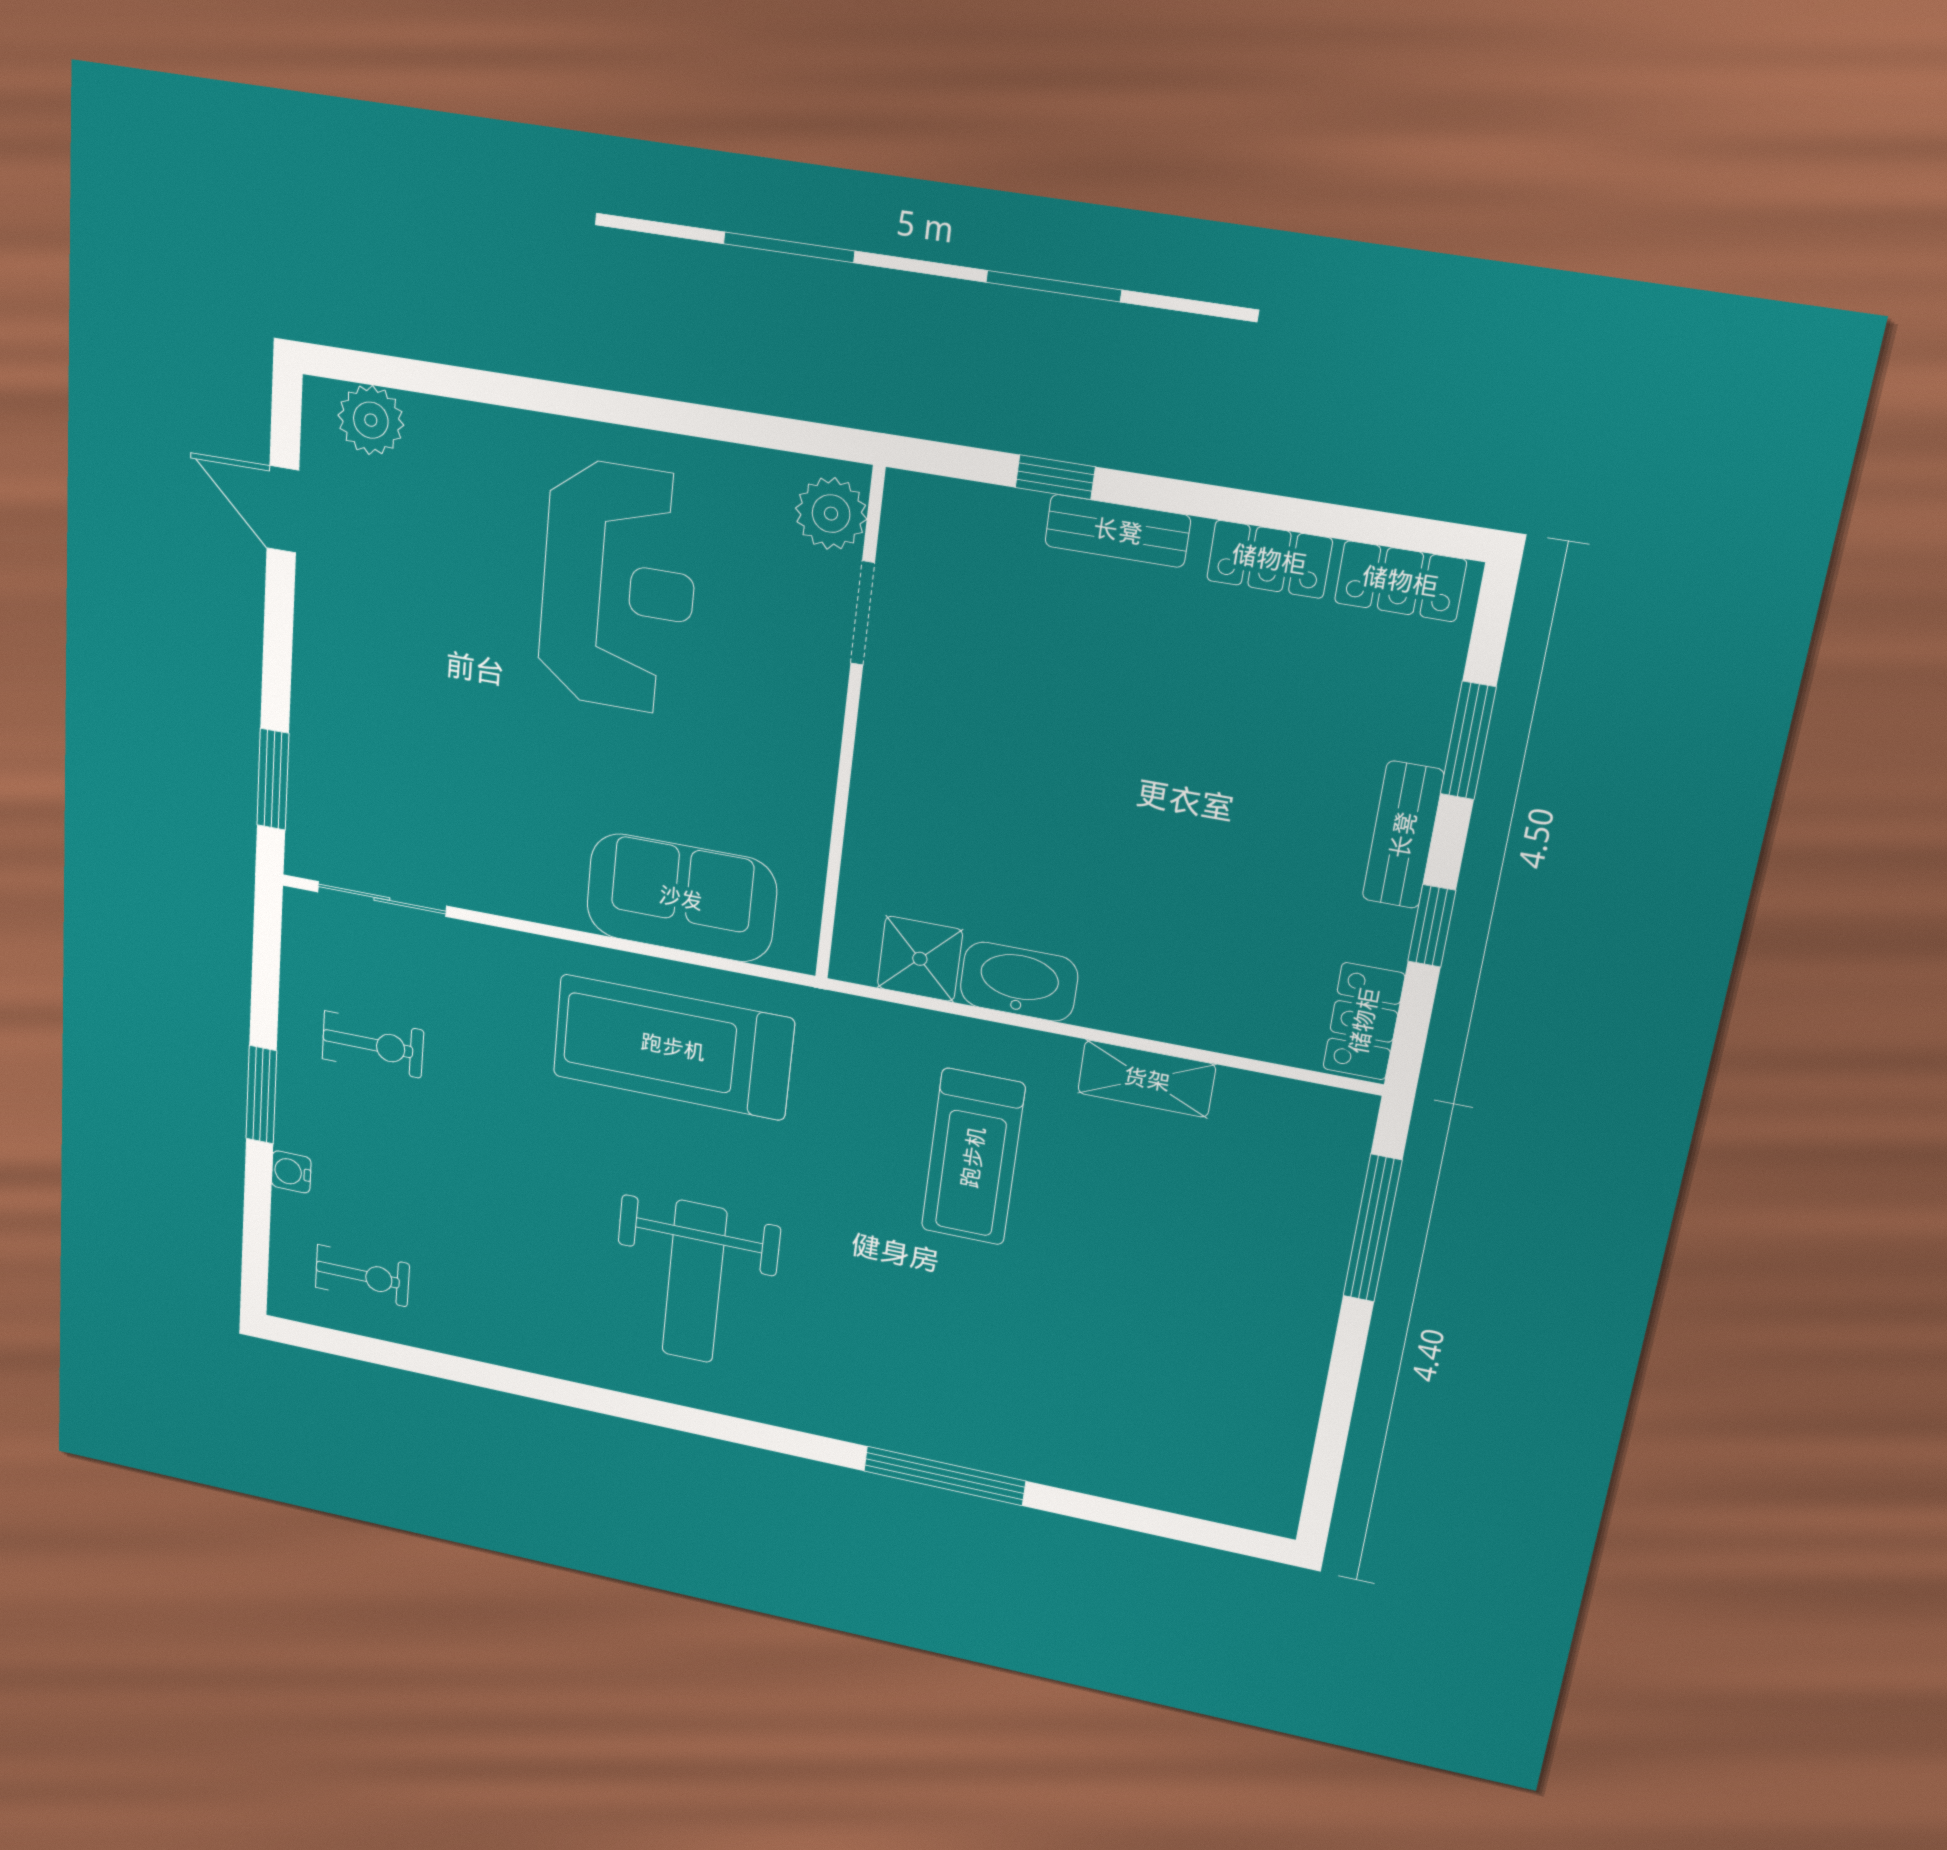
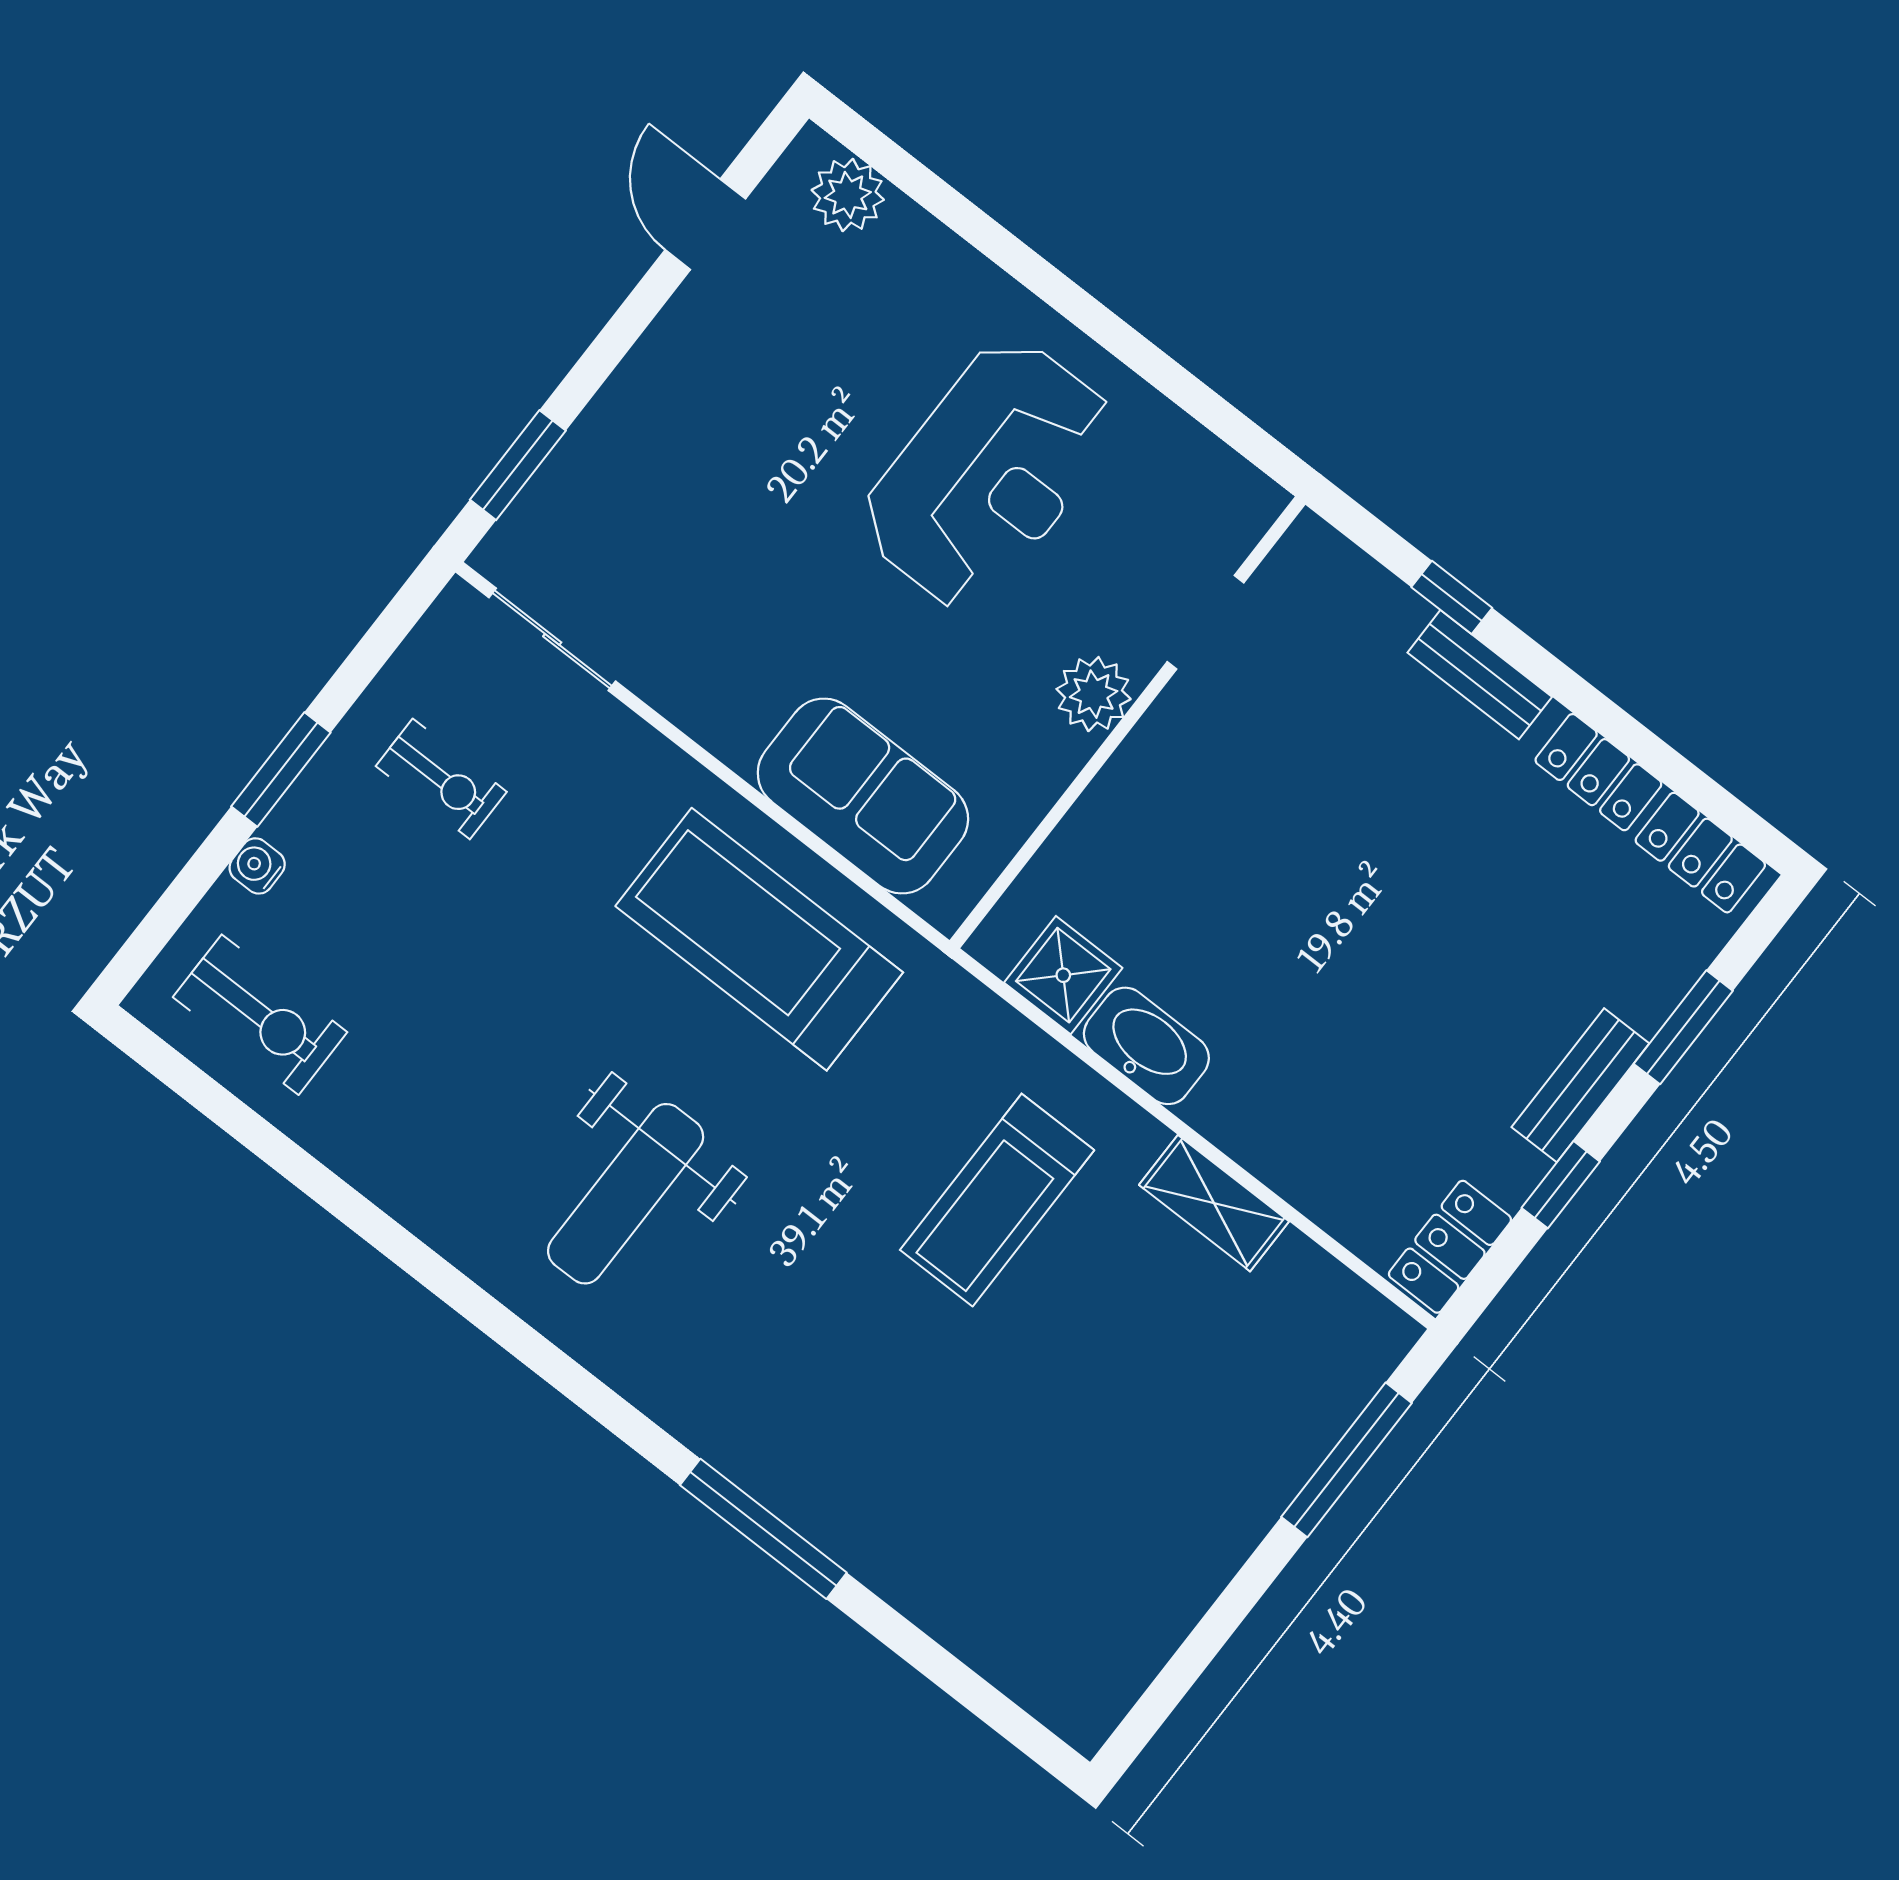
plant: (831, 514) -> (1094, 694), moved
exercise bike: (362, 1276) -> (260, 1015), width x1.38, depth x1.39

